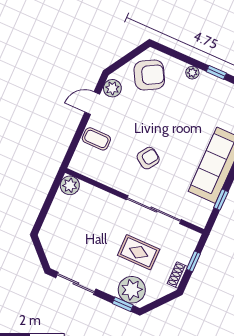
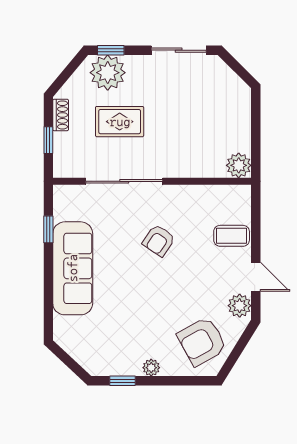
door: (92, 103) -> (256, 277), hinge flipped

